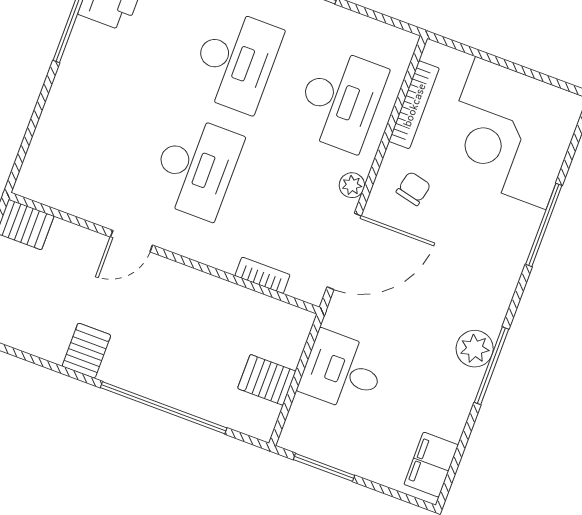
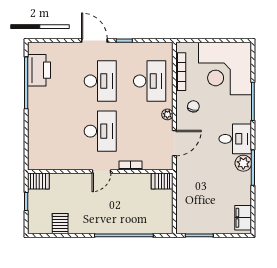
door: (131, 241) -> (102, 171), moved
door: (344, 251) -> (174, 143), width x0.73
bookcase: (262, 275) -> (131, 165), moved
server rack: (86, 351) -> (60, 224), moved
desk: (342, 371) -> (235, 139), moved, turned 180
server rack: (267, 380) -> (162, 181), moved

